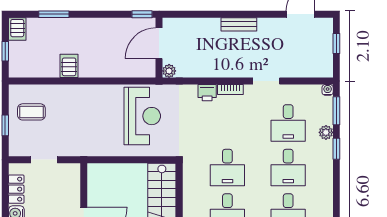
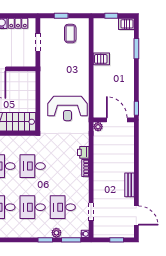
bench: (239, 24) -> (130, 185), moved
doorway: (266, 81) -> (91, 212), moved

